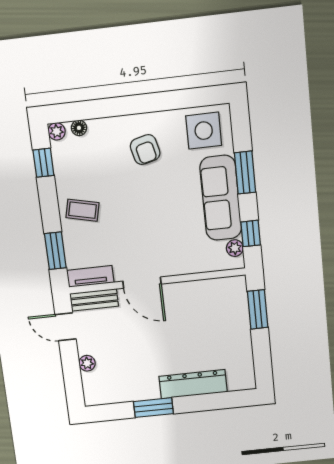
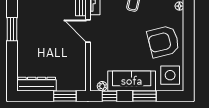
armchair: (145, 150) -> (163, 41), width x1.88, depth x1.88
door: (142, 283) -> (88, 31), hinge flipped
dresser: (193, 384) -> (37, 84), moved, turned -90

